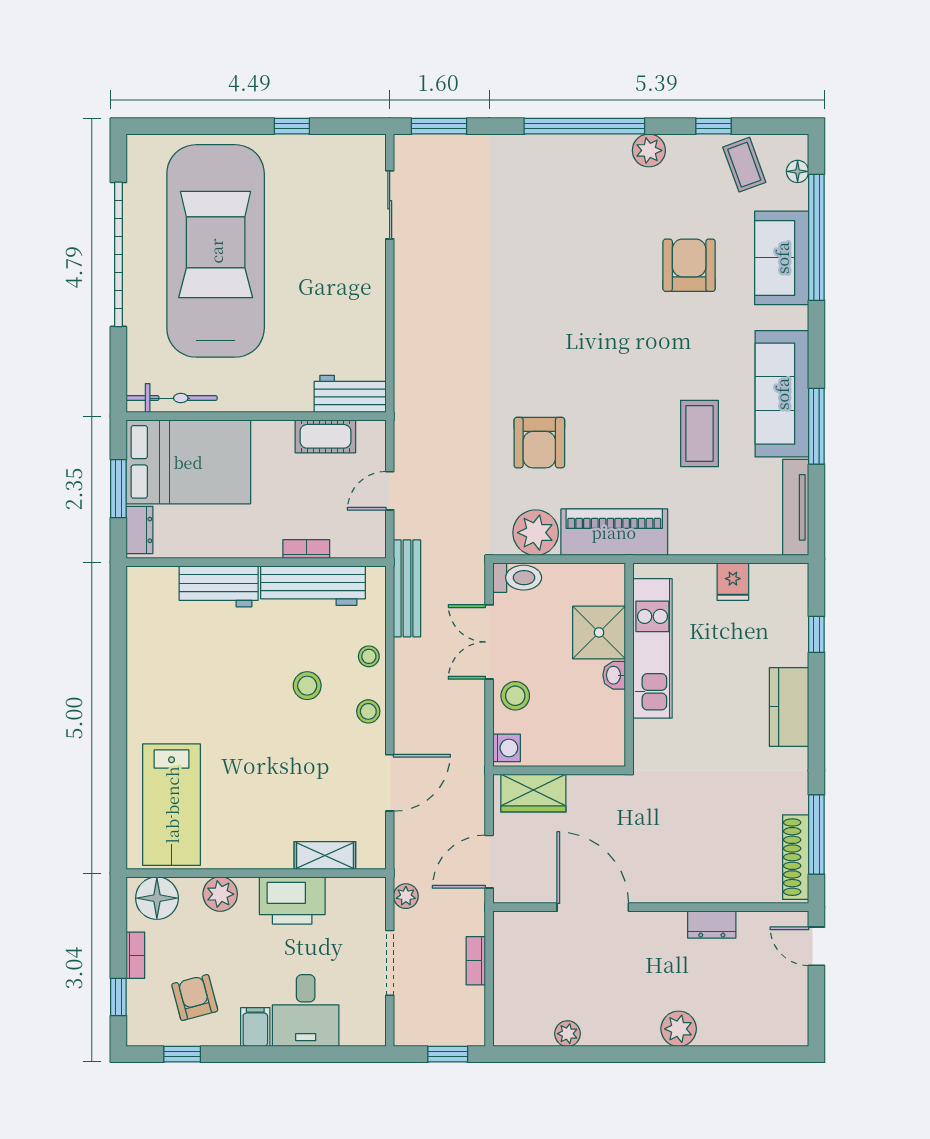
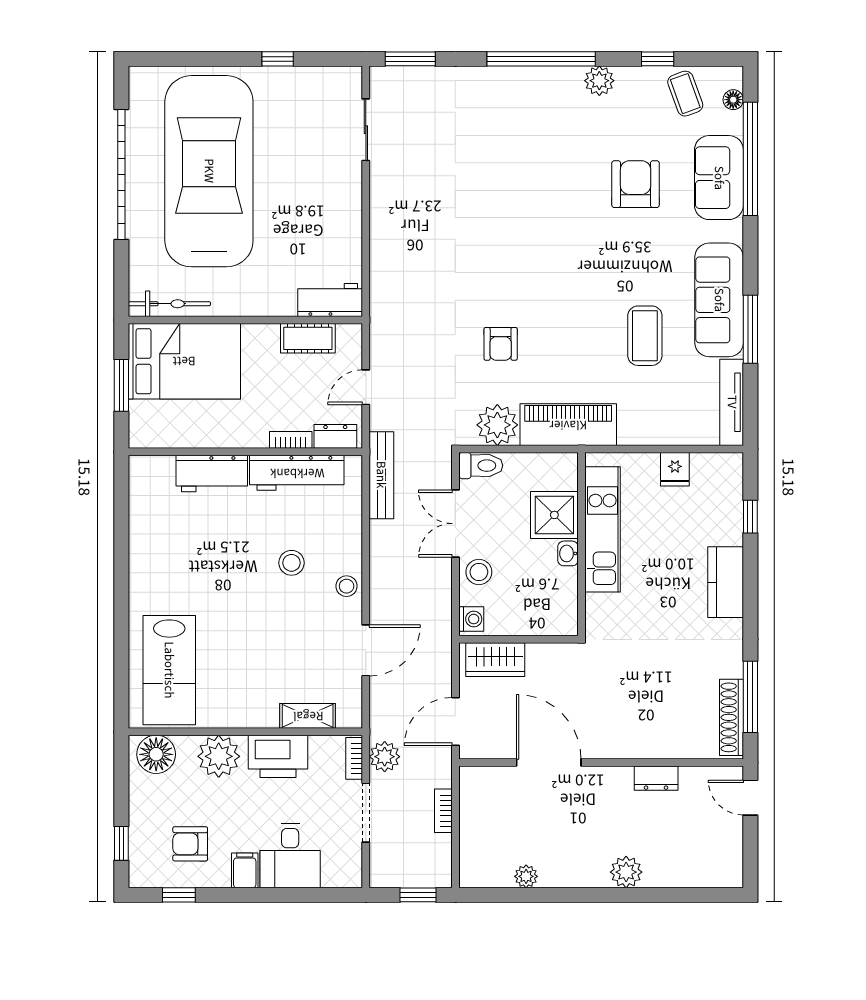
armchair: (539, 443) -> (501, 344), width x0.72, depth x0.72
dresser: (139, 530) -> (335, 436), moved, turned -90
stool: (369, 656) -> (347, 536), removed
plant: (220, 894) -> (219, 756), width x1.36, depth x1.36
plant: (406, 896) -> (385, 757), width x1.38, depth x1.38
bookcase: (135, 955) -> (354, 758), moved, turned 180
armchair: (195, 998) -> (190, 844), turned -75

